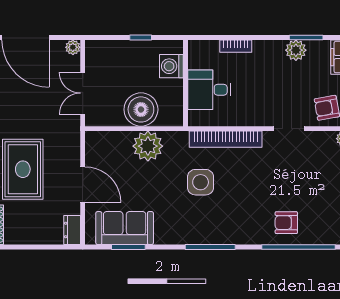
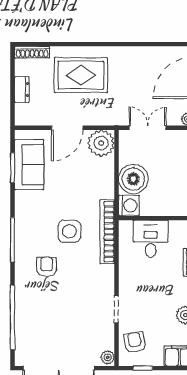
washing machine: (171, 66) -> (129, 205), moved, turned 90
bookcase: (226, 139) -> (107, 232), moved
plant: (148, 146) -> (101, 143), moved
armchair: (286, 223) -> (47, 267), moved
dresser: (72, 230) -> (22, 90), moved, turned 90

